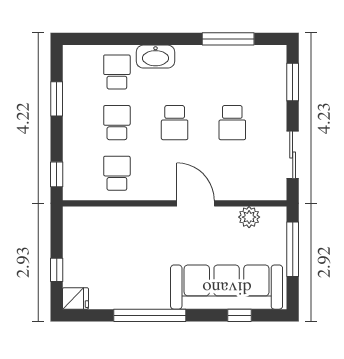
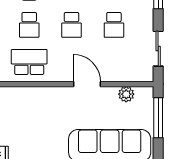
school desk: (117, 123) -> (29, 25), turned 180
school desk: (117, 173) -> (29, 62), width x1.85

